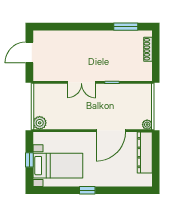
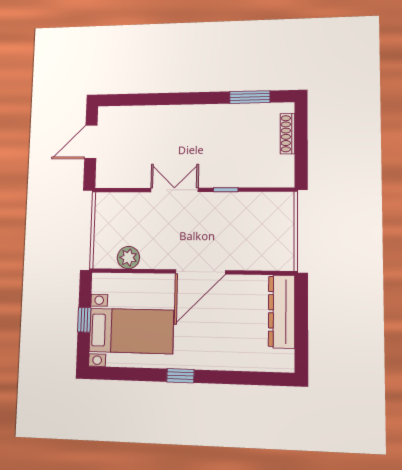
double door: (81, 82) -> (174, 190), swing flipped
plant: (40, 123) -> (128, 258), moved
plant: (147, 125) -> (286, 262), removed
door: (111, 131) -> (200, 272), moved

